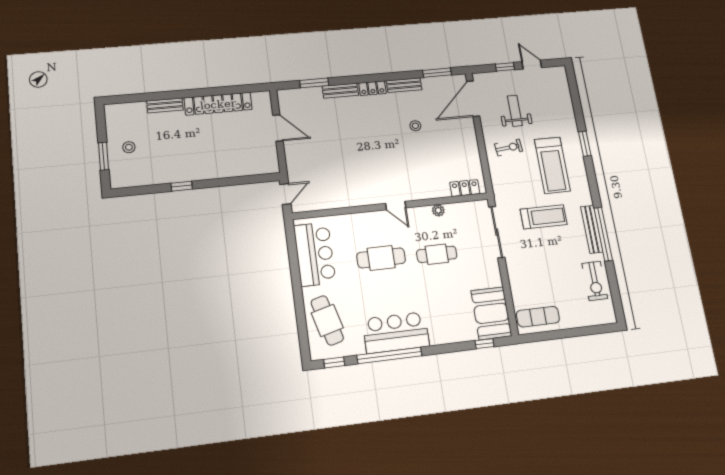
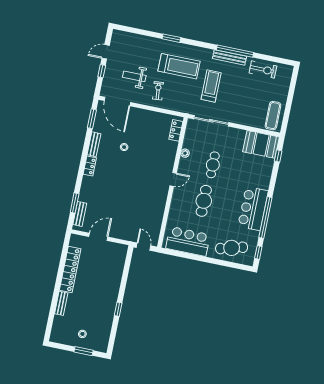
bench: (340, 91) -> (80, 214), moved

